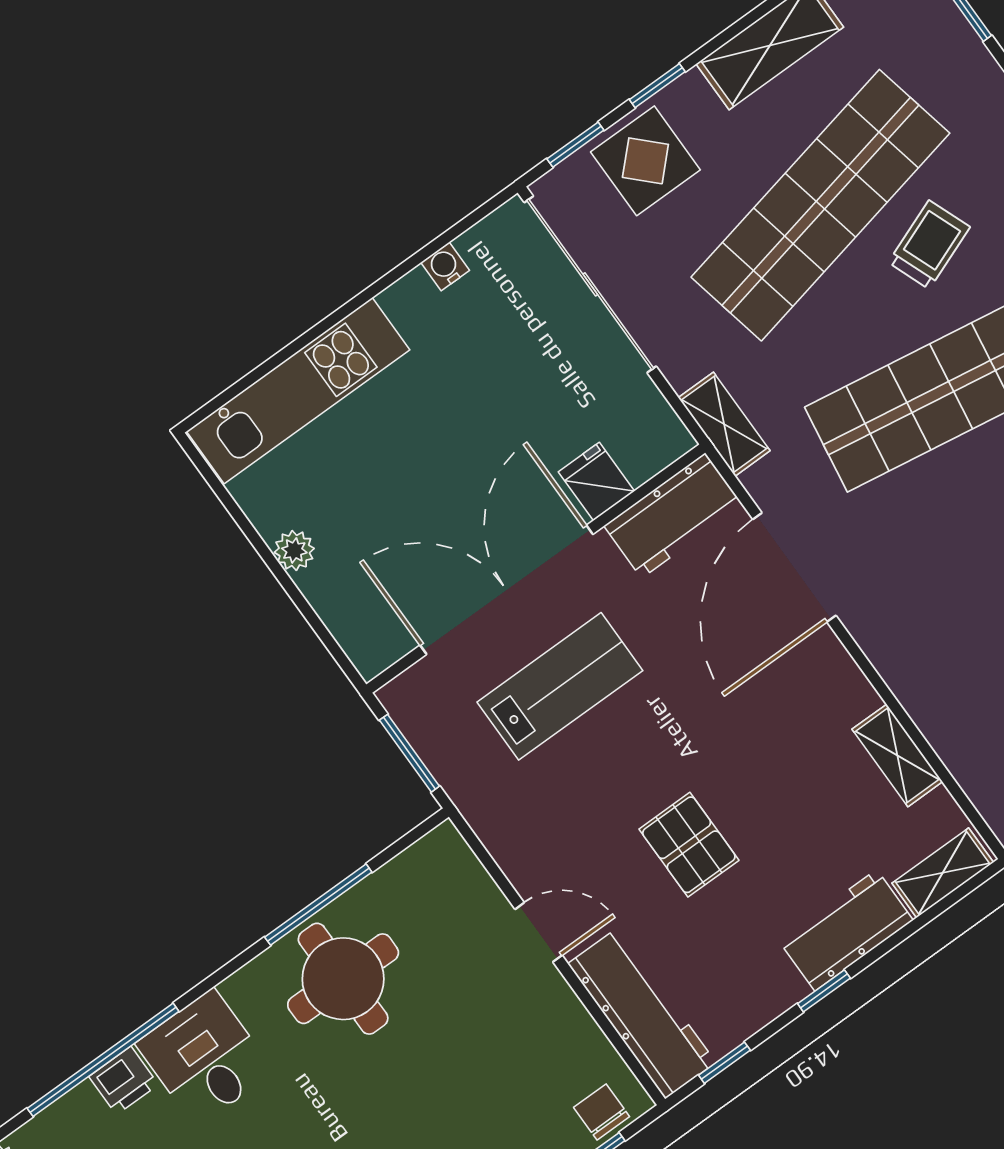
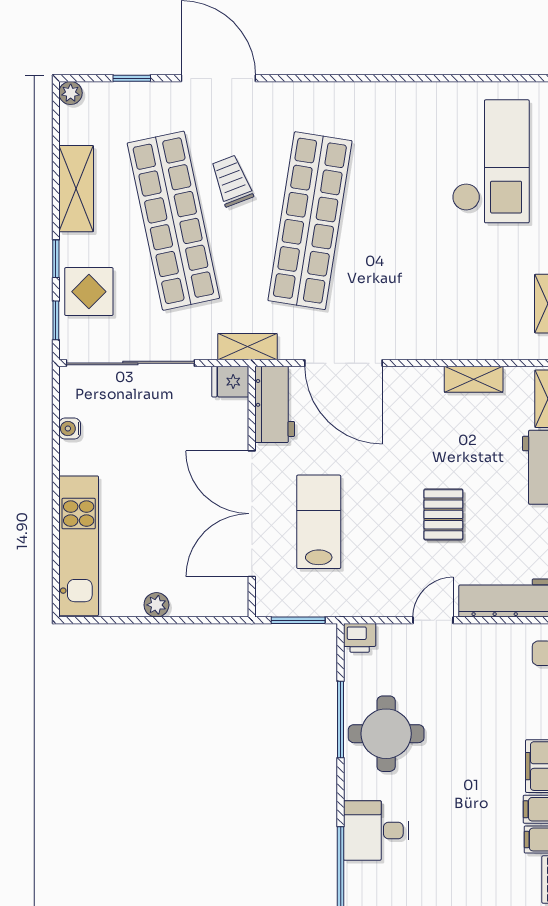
fridge: (596, 481) -> (230, 382), moved
pallet: (689, 845) -> (443, 514), turned 90
printer: (124, 1081) -> (360, 638), moved, turned 90

